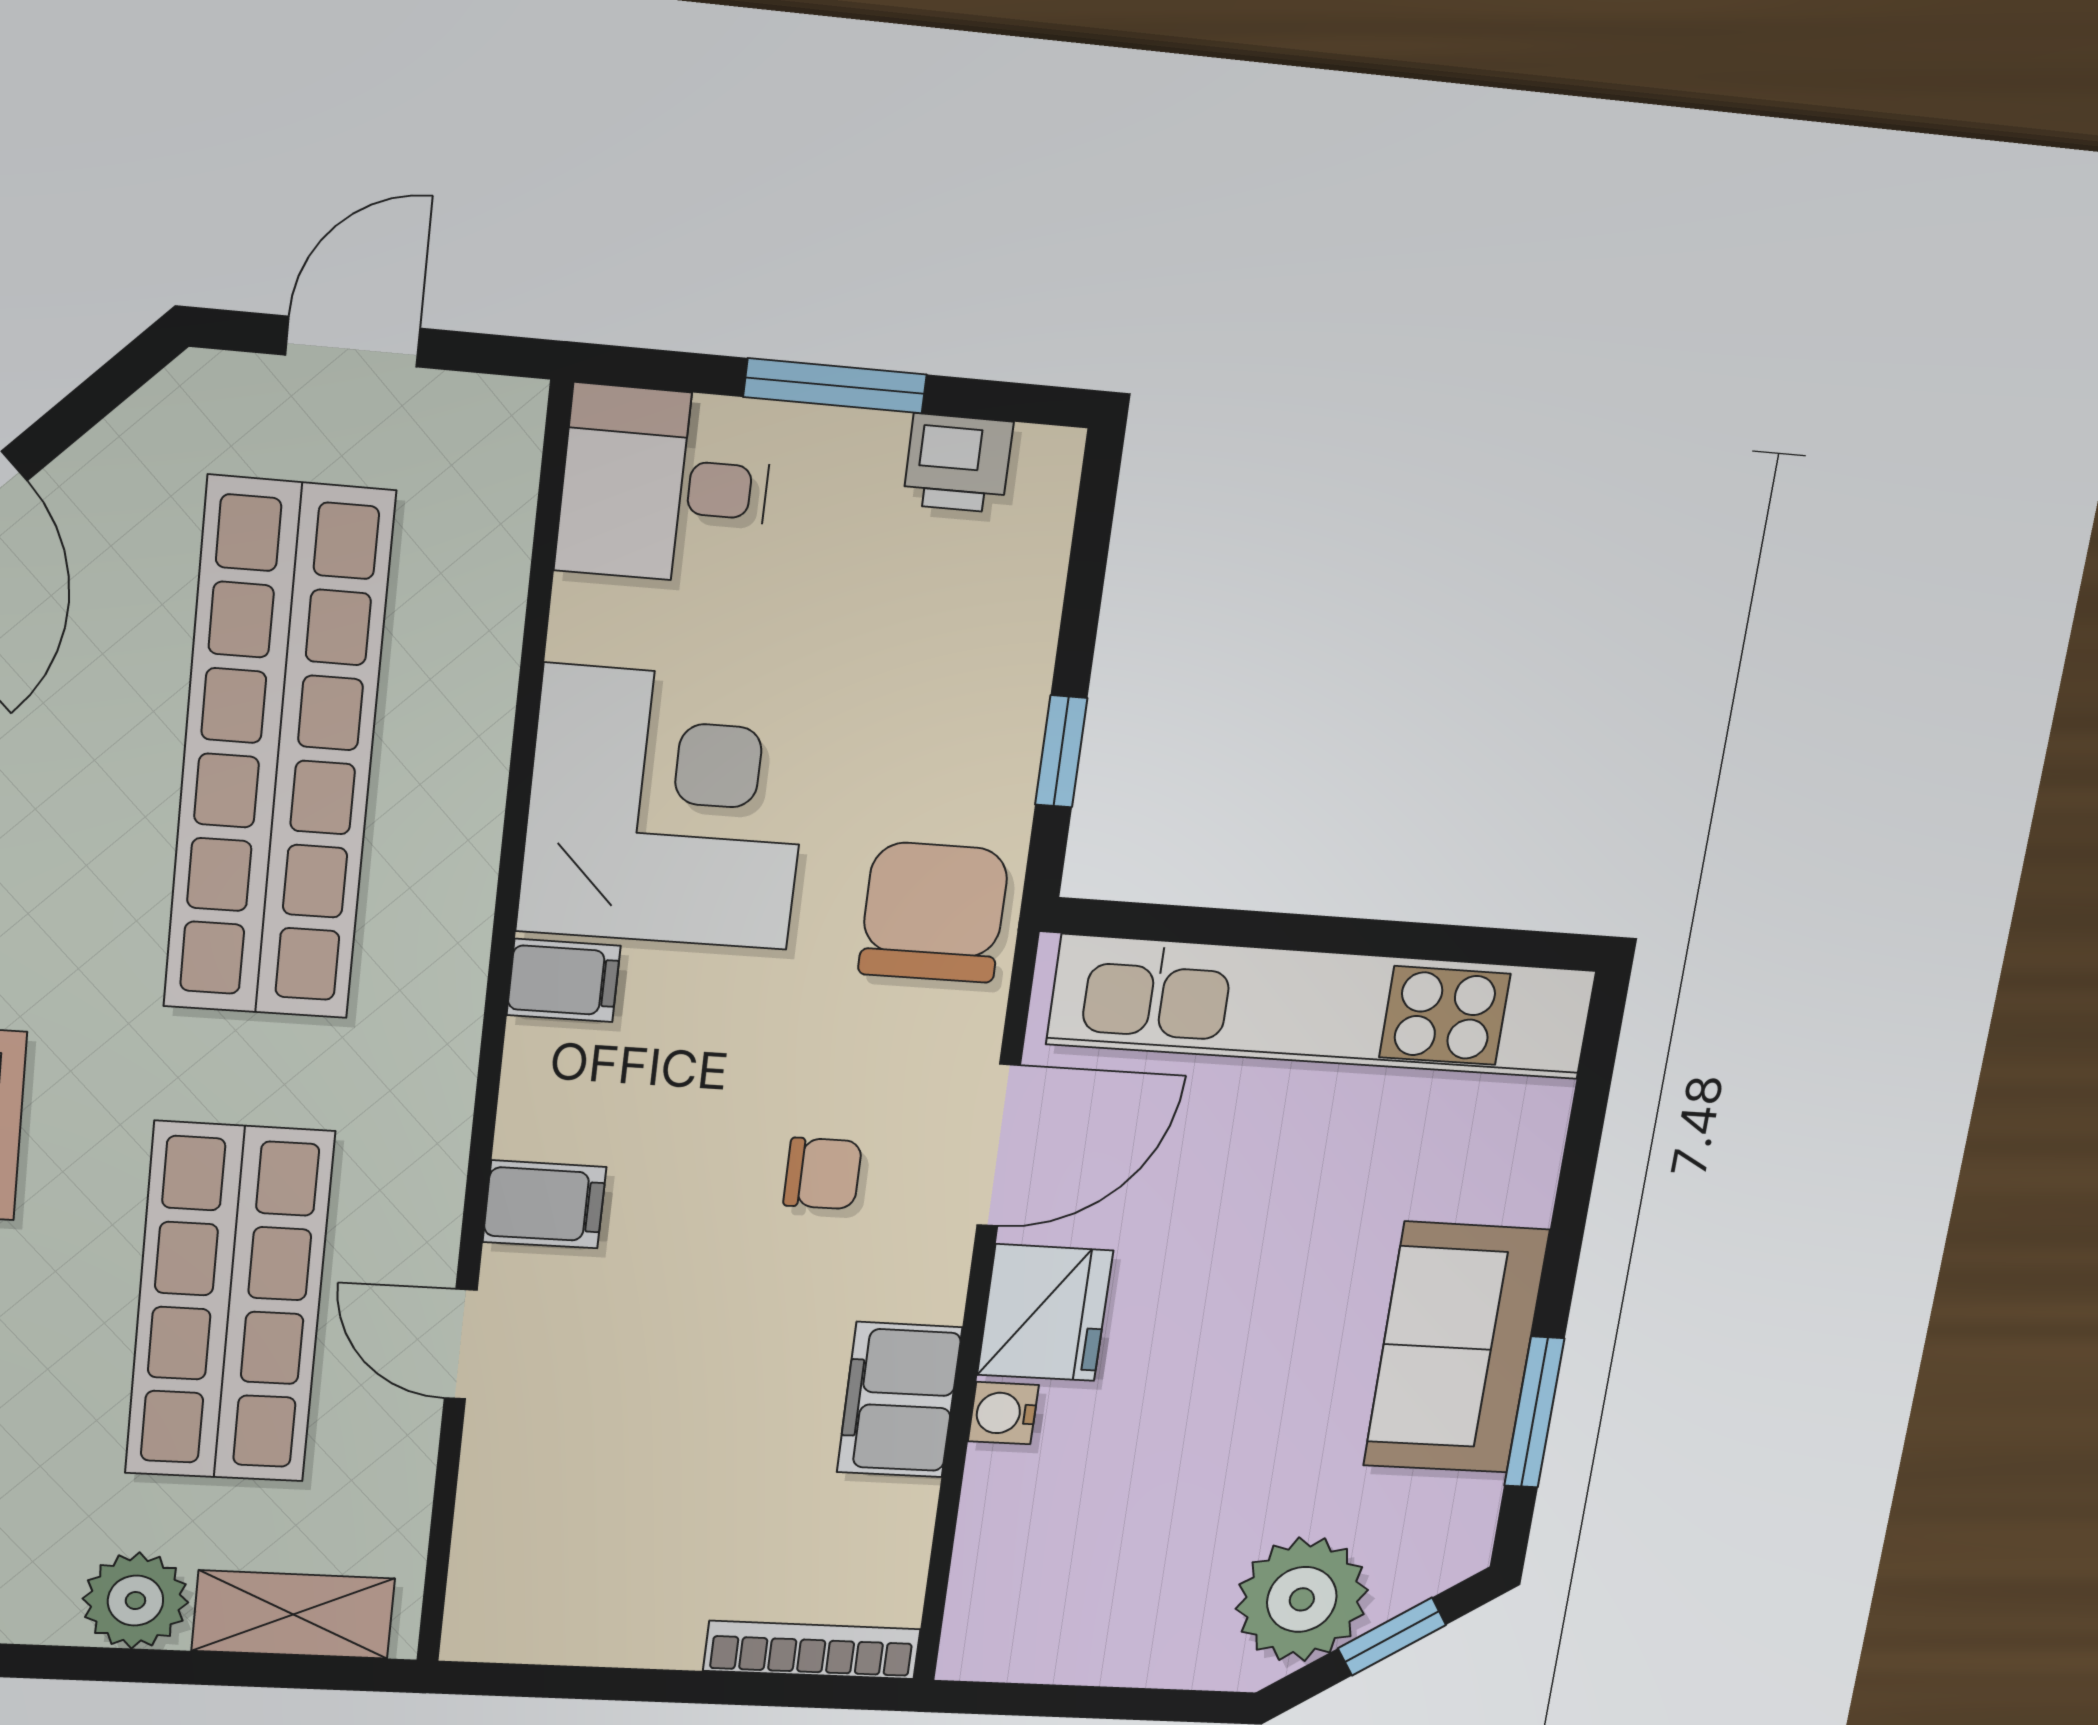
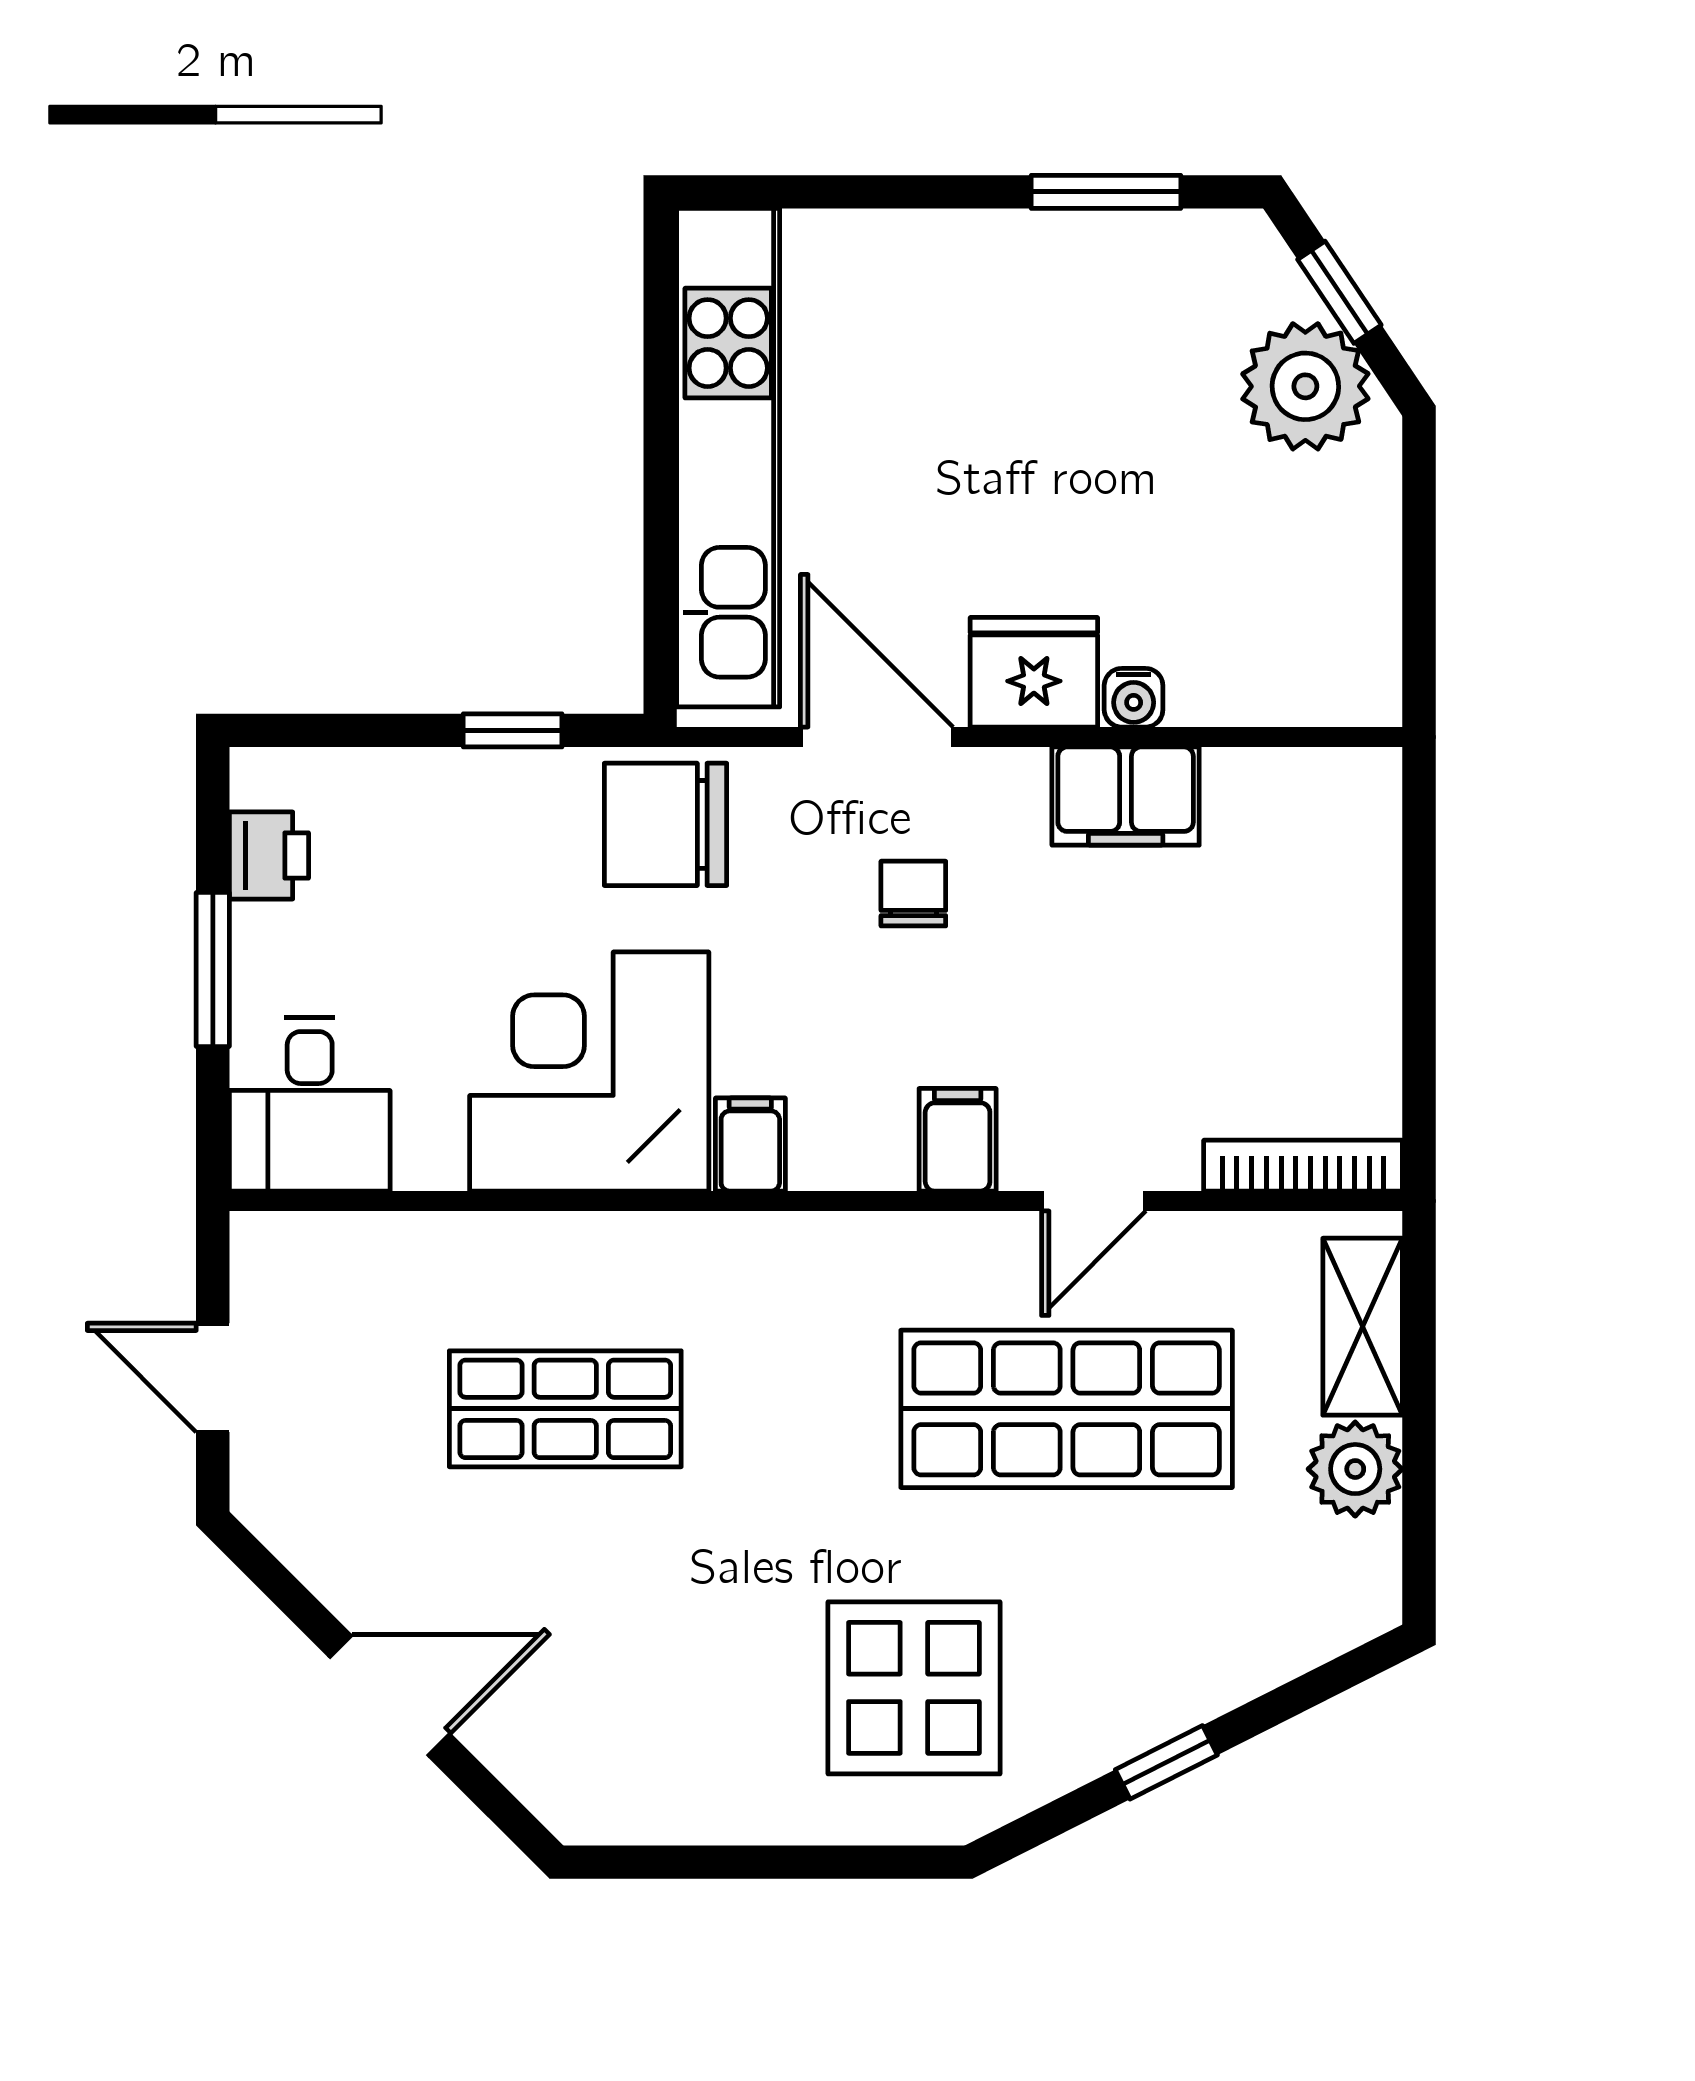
shop shelf: (278, 752) -> (565, 1409), width x0.50, depth x0.74
sofa: (1456, 1348) -> (1047, 278), removed
bookcase: (812, 1650) -> (1303, 1166), moved, turned 90

